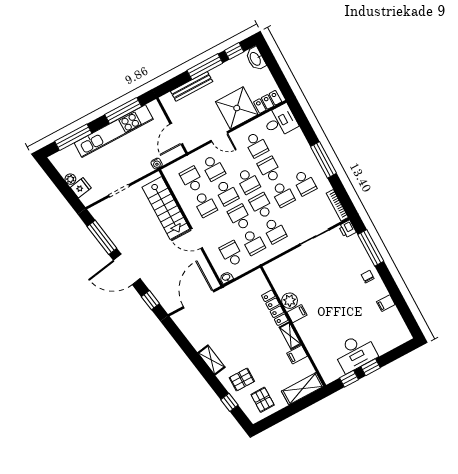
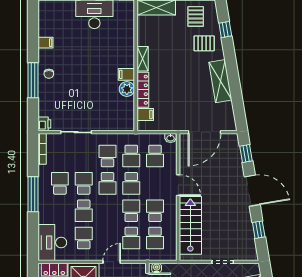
desk: (280, 121) -> (52, 243), width x1.37
door: (219, 137) -> (112, 262), hinge flipped
water cooler: (157, 164) -> (157, 268), moved
school desk: (213, 168) -> (131, 238), turned 180
school desk: (248, 181) -> (107, 211), removed
window: (102, 237) -> (259, 230), width x0.46
school desk: (253, 242) -> (131, 156), turned 180
window: (371, 248) -> (33, 80), moved
filing cabinet: (297, 355) -> (145, 114), moved
shelving: (211, 360) -> (220, 81), width x1.50, depth x1.33

